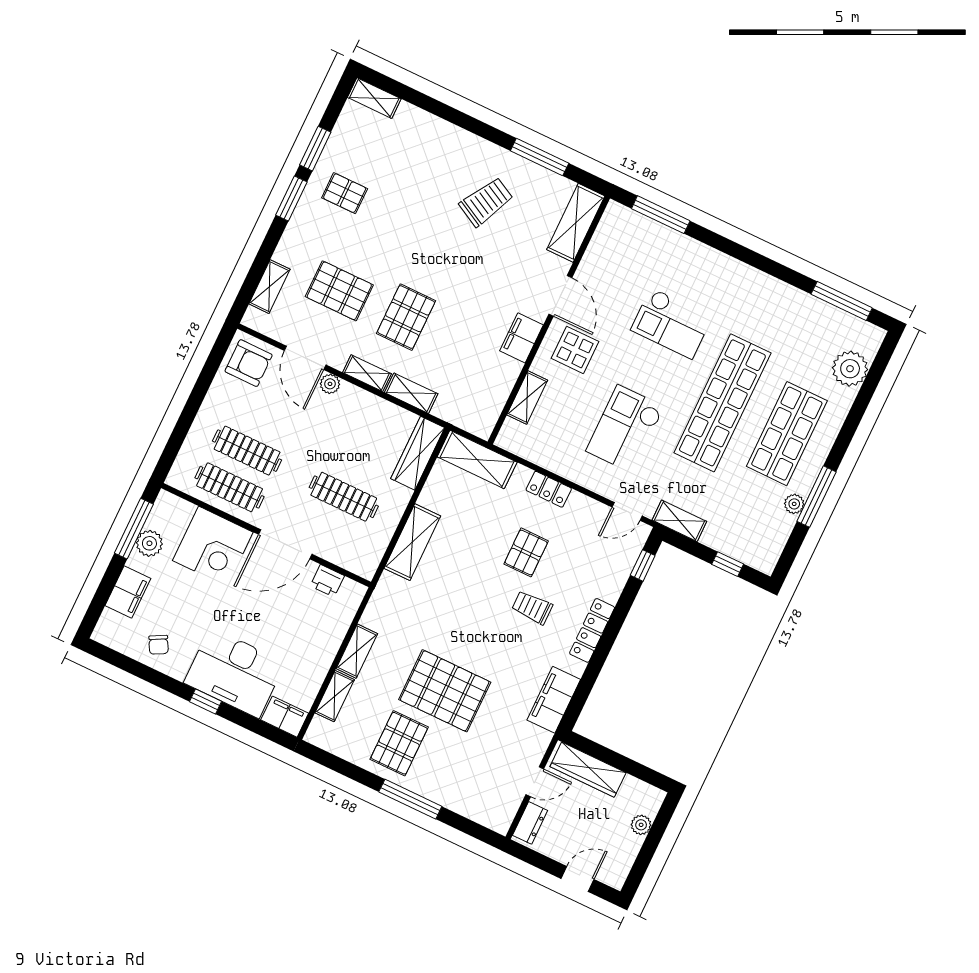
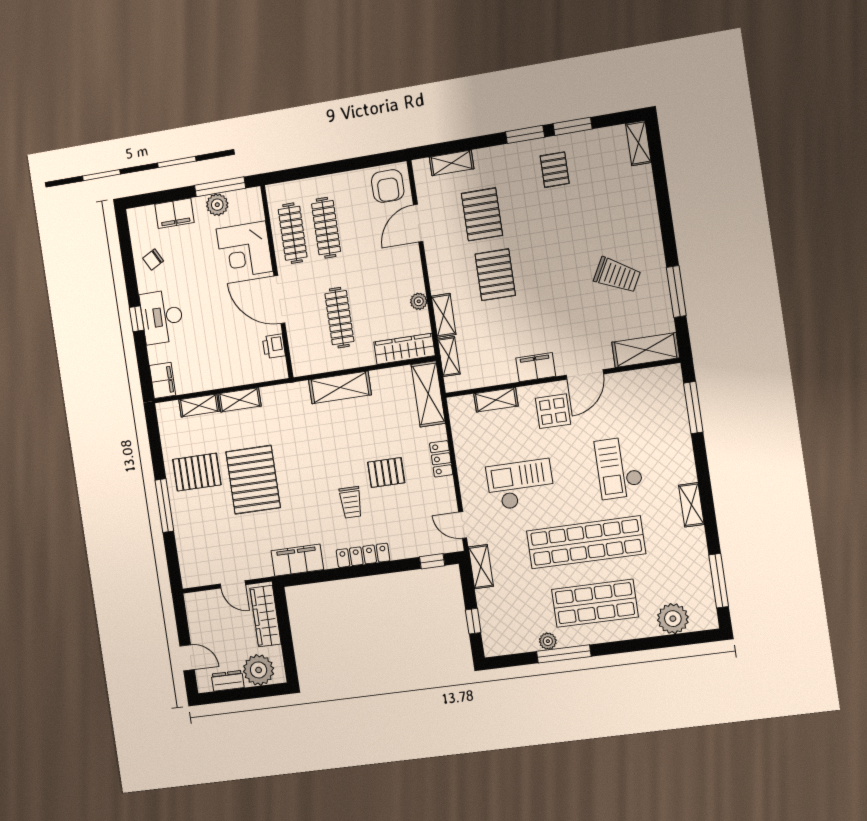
shelving: (752, 278) -> (691, 505), added
pallet: (406, 317) -> (495, 275), turned 90
shelving: (367, 373) -> (449, 356), moved
plant: (330, 384) -> (419, 301), moved
trolley: (532, 607) -> (351, 502), turned 180
desk: (235, 673) -> (162, 317), width x0.73, depth x0.77
dresser: (530, 823) -> (228, 681), moved, turned 180
plant: (641, 825) -> (259, 670), width x1.87, depth x1.87

